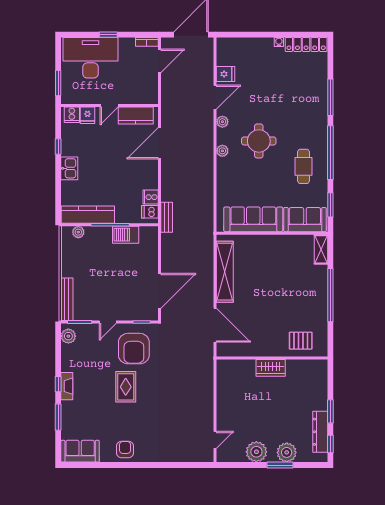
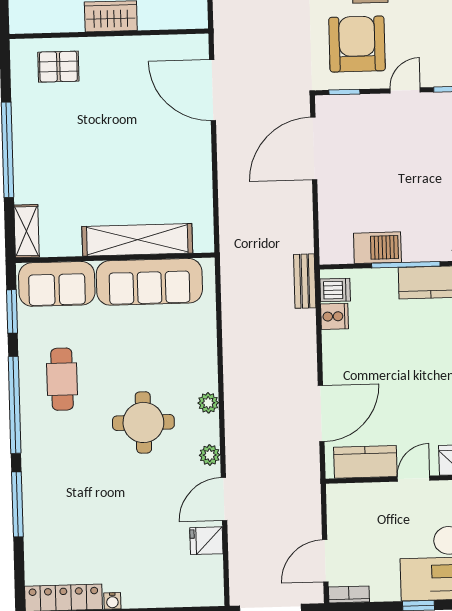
shelving: (225, 272) -> (137, 240), moved, turned 90

